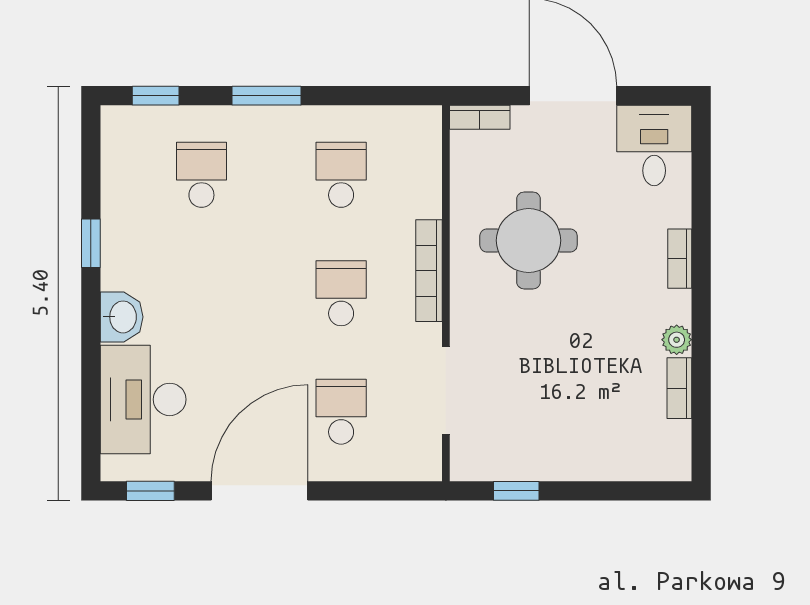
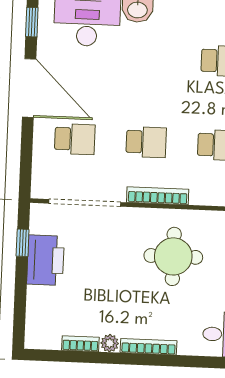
bookcase: (680, 259) -> (148, 347), width x1.56
doorway: (446, 391) -> (85, 203), width x1.36
printer: (543, 452) -> (45, 260), added

